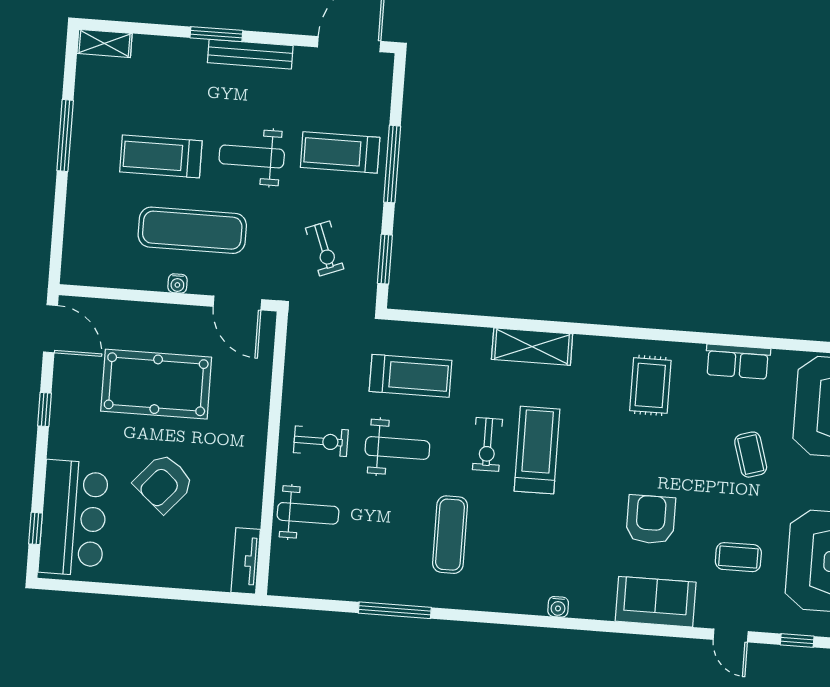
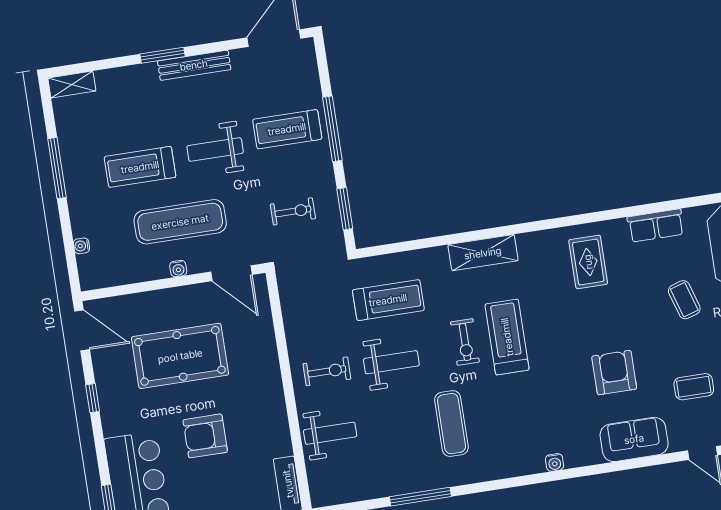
water cooler: (72, 231) -> (81, 246), added
exercise bike: (325, 248) -> (293, 211), turned -69
armchair: (164, 483) -> (205, 436), turned 49

